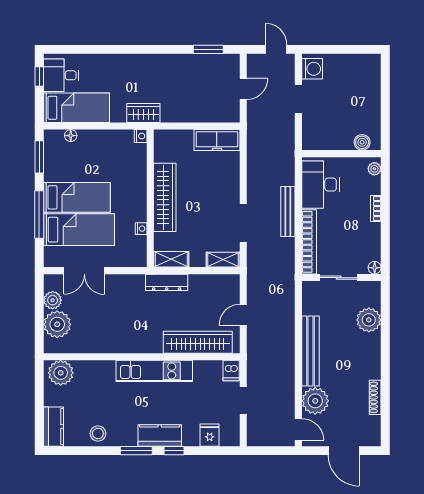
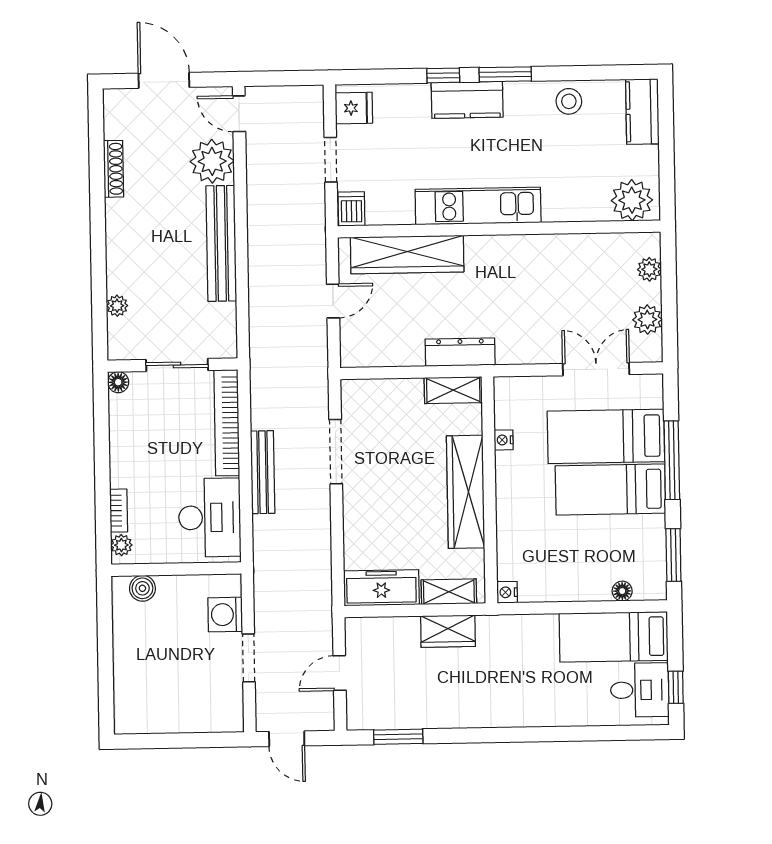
washing machine: (312, 69) -> (225, 615), moved
wardrobe: (143, 113) -> (448, 631), moved
bookcase: (376, 209) -> (119, 511), moved
shelving: (223, 260) -> (449, 592), moved
plant: (369, 320) -> (117, 306), width x0.53, depth x0.53
plant: (57, 324) -> (649, 269), width x0.53, depth x0.53
fridge: (210, 435) -> (354, 108), moved, turned -90

